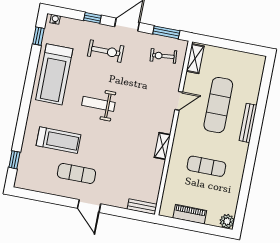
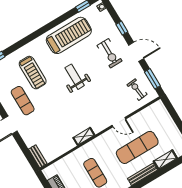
shelving: (195, 59) -> (165, 160), moved
treadmill: (54, 74) -> (69, 35), turned 180

